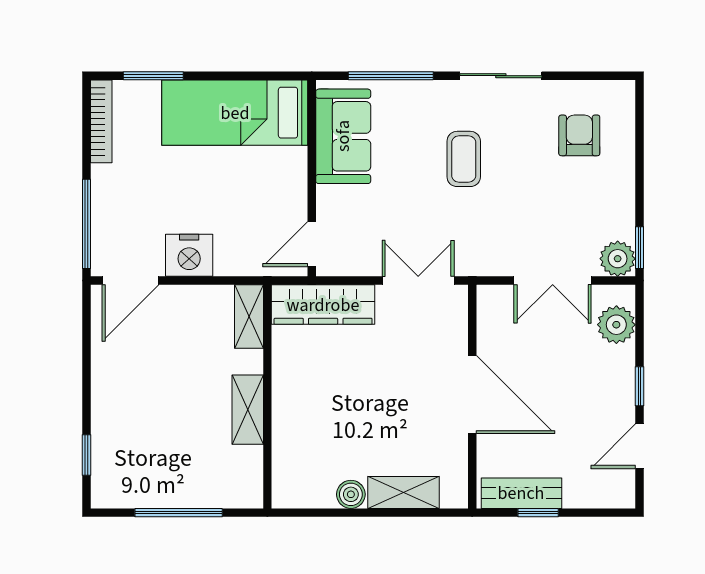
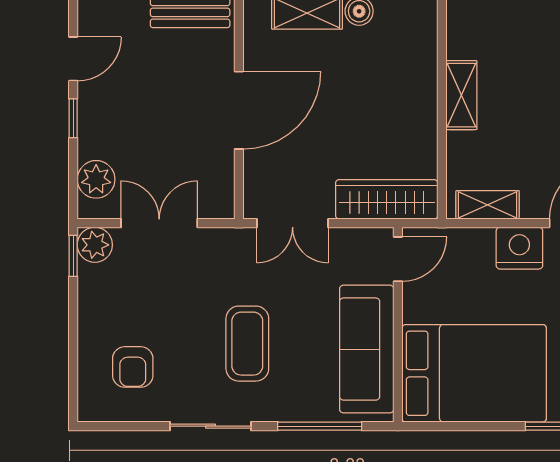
bed: (235, 113) -> (474, 373), width x1.50
sofa: (343, 136) -> (367, 349), width x1.36
coffee table: (464, 159) -> (247, 344), width x1.36, depth x1.30
shelving: (249, 317) -> (488, 205), moved, turned 90
door: (472, 394) -> (239, 110), swing flipped

